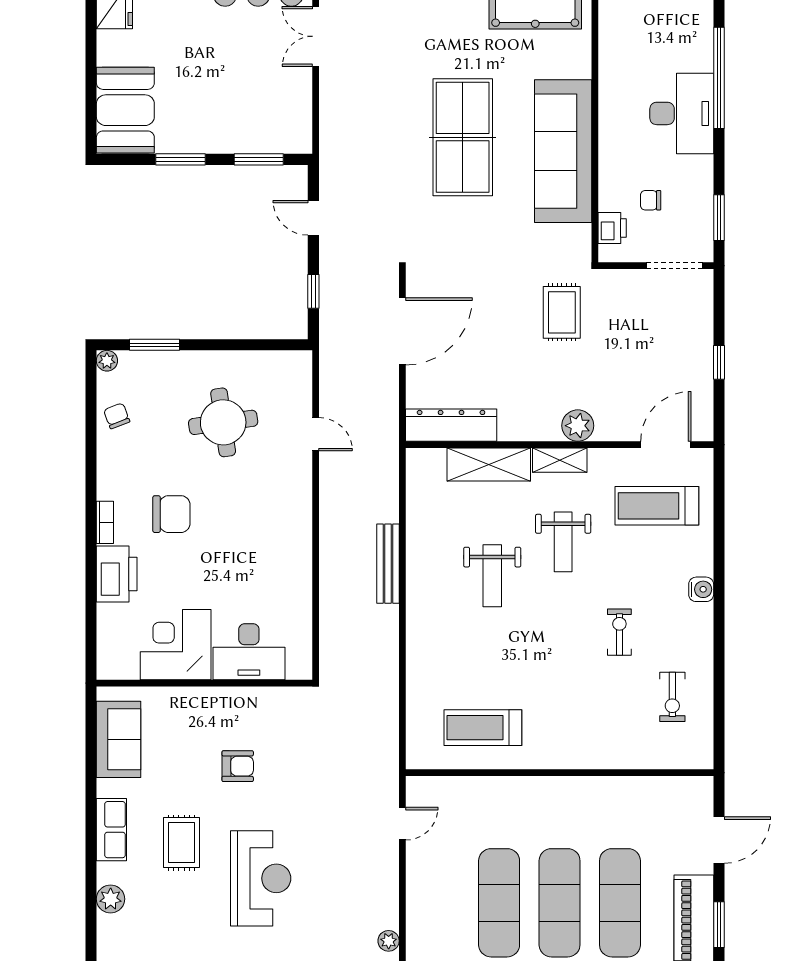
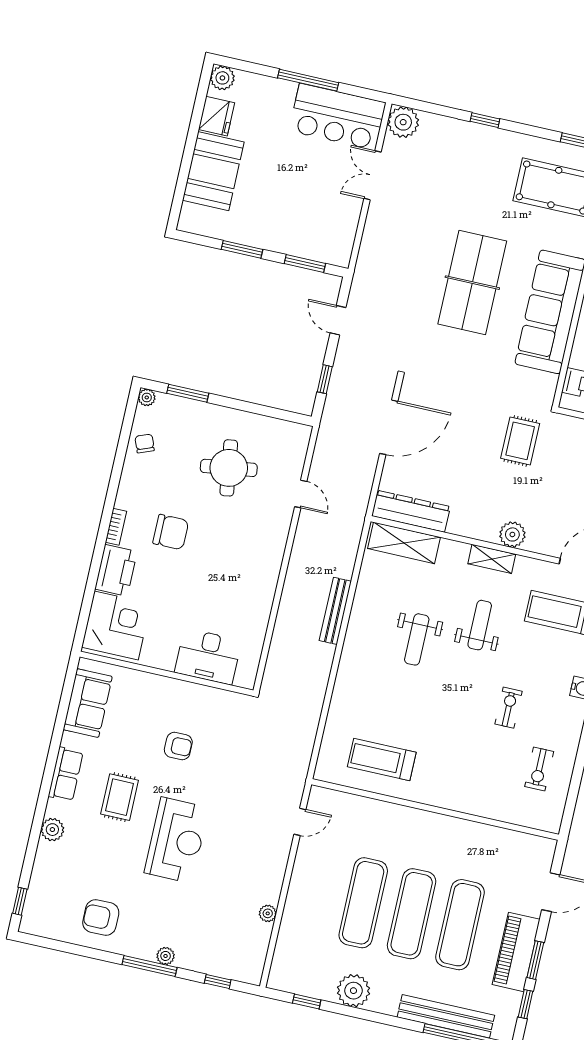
booth: (125, 110) -> (213, 171), moved
shelving: (489, 465) -> (404, 543), moved
weight bench: (563, 542) -> (480, 625), turned 180
corner desk: (176, 645) -> (116, 626), moved, turned 90

